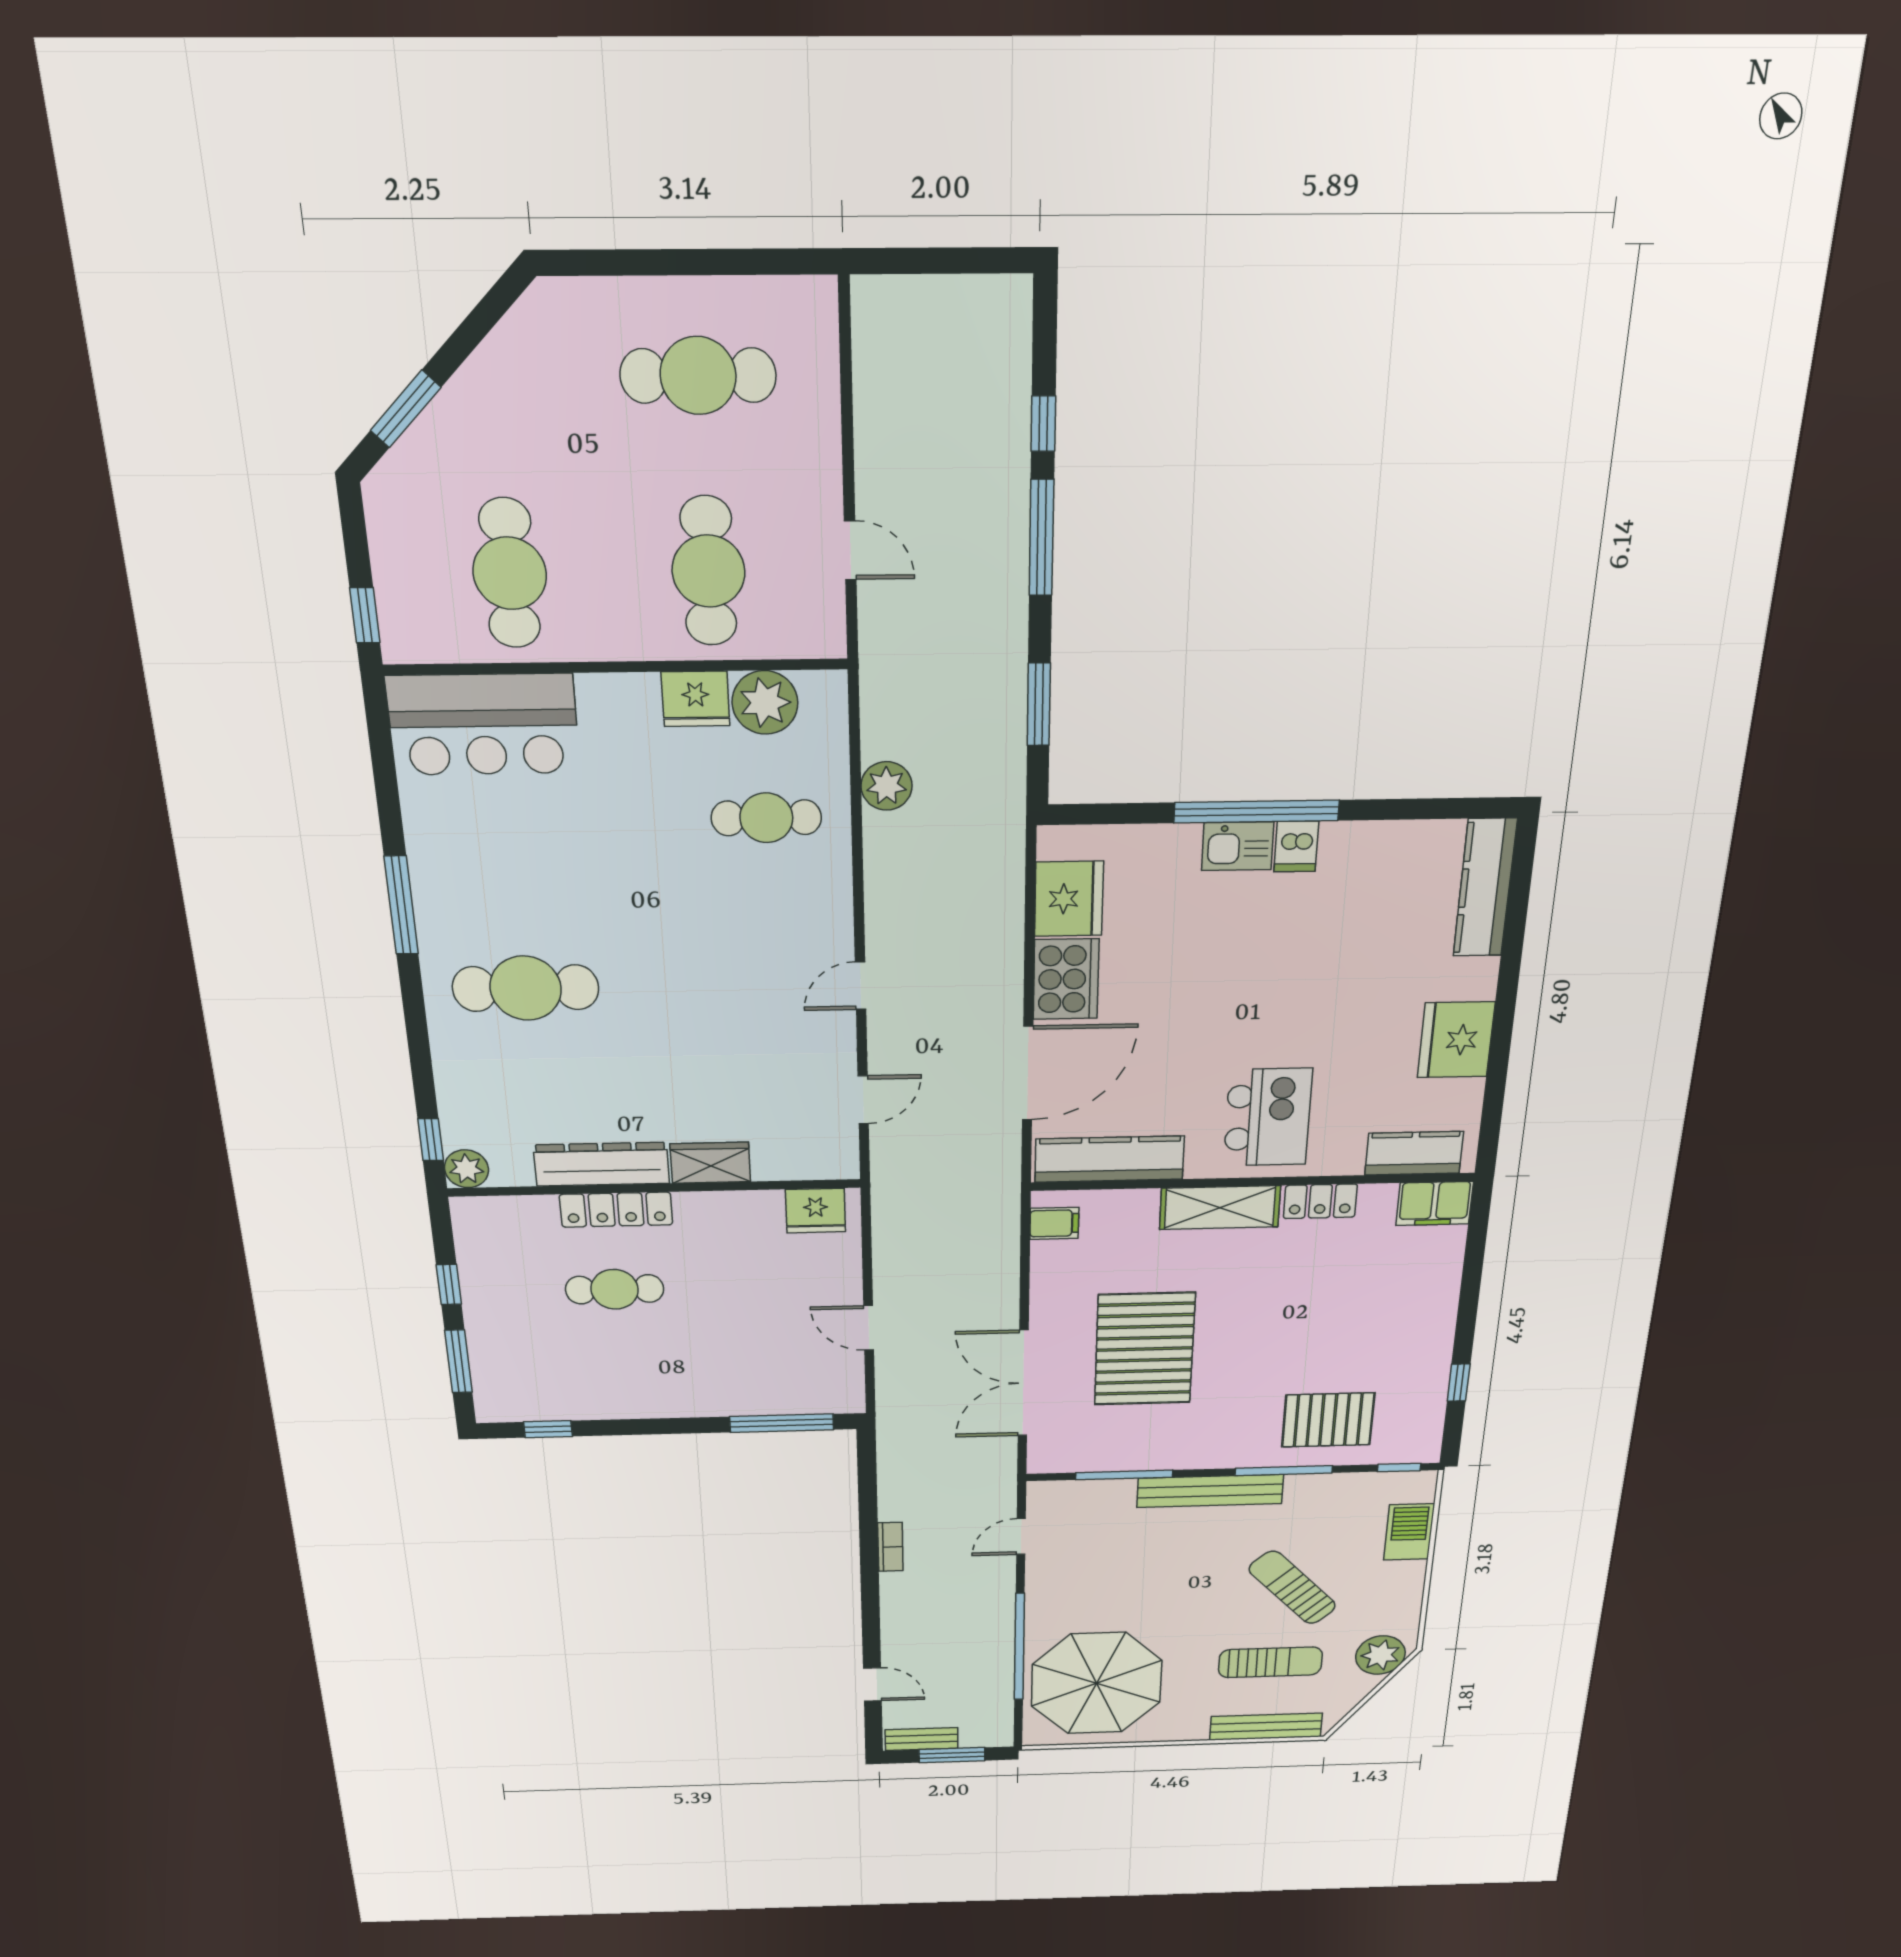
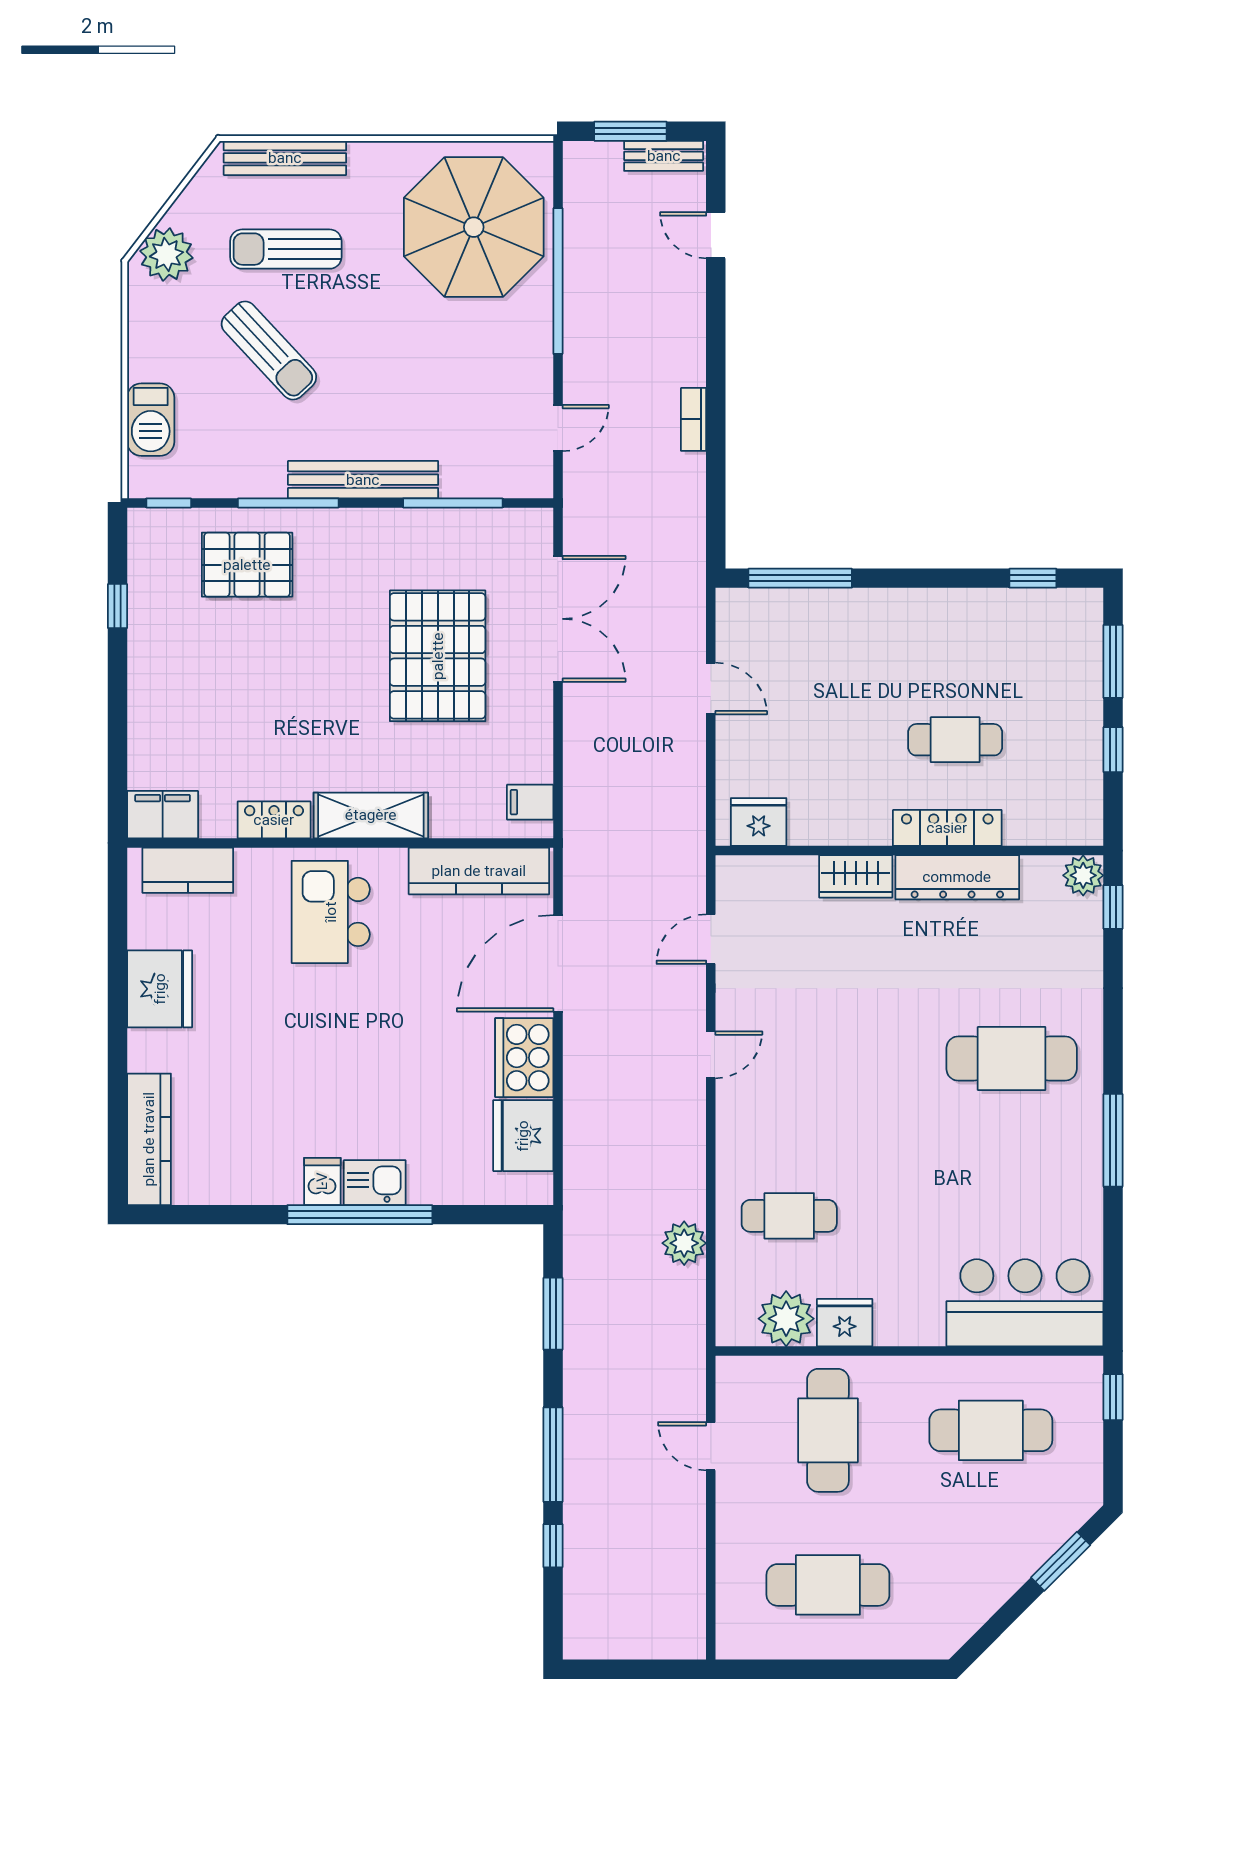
cafe table: (510, 573) -> (991, 1430), turned 90

